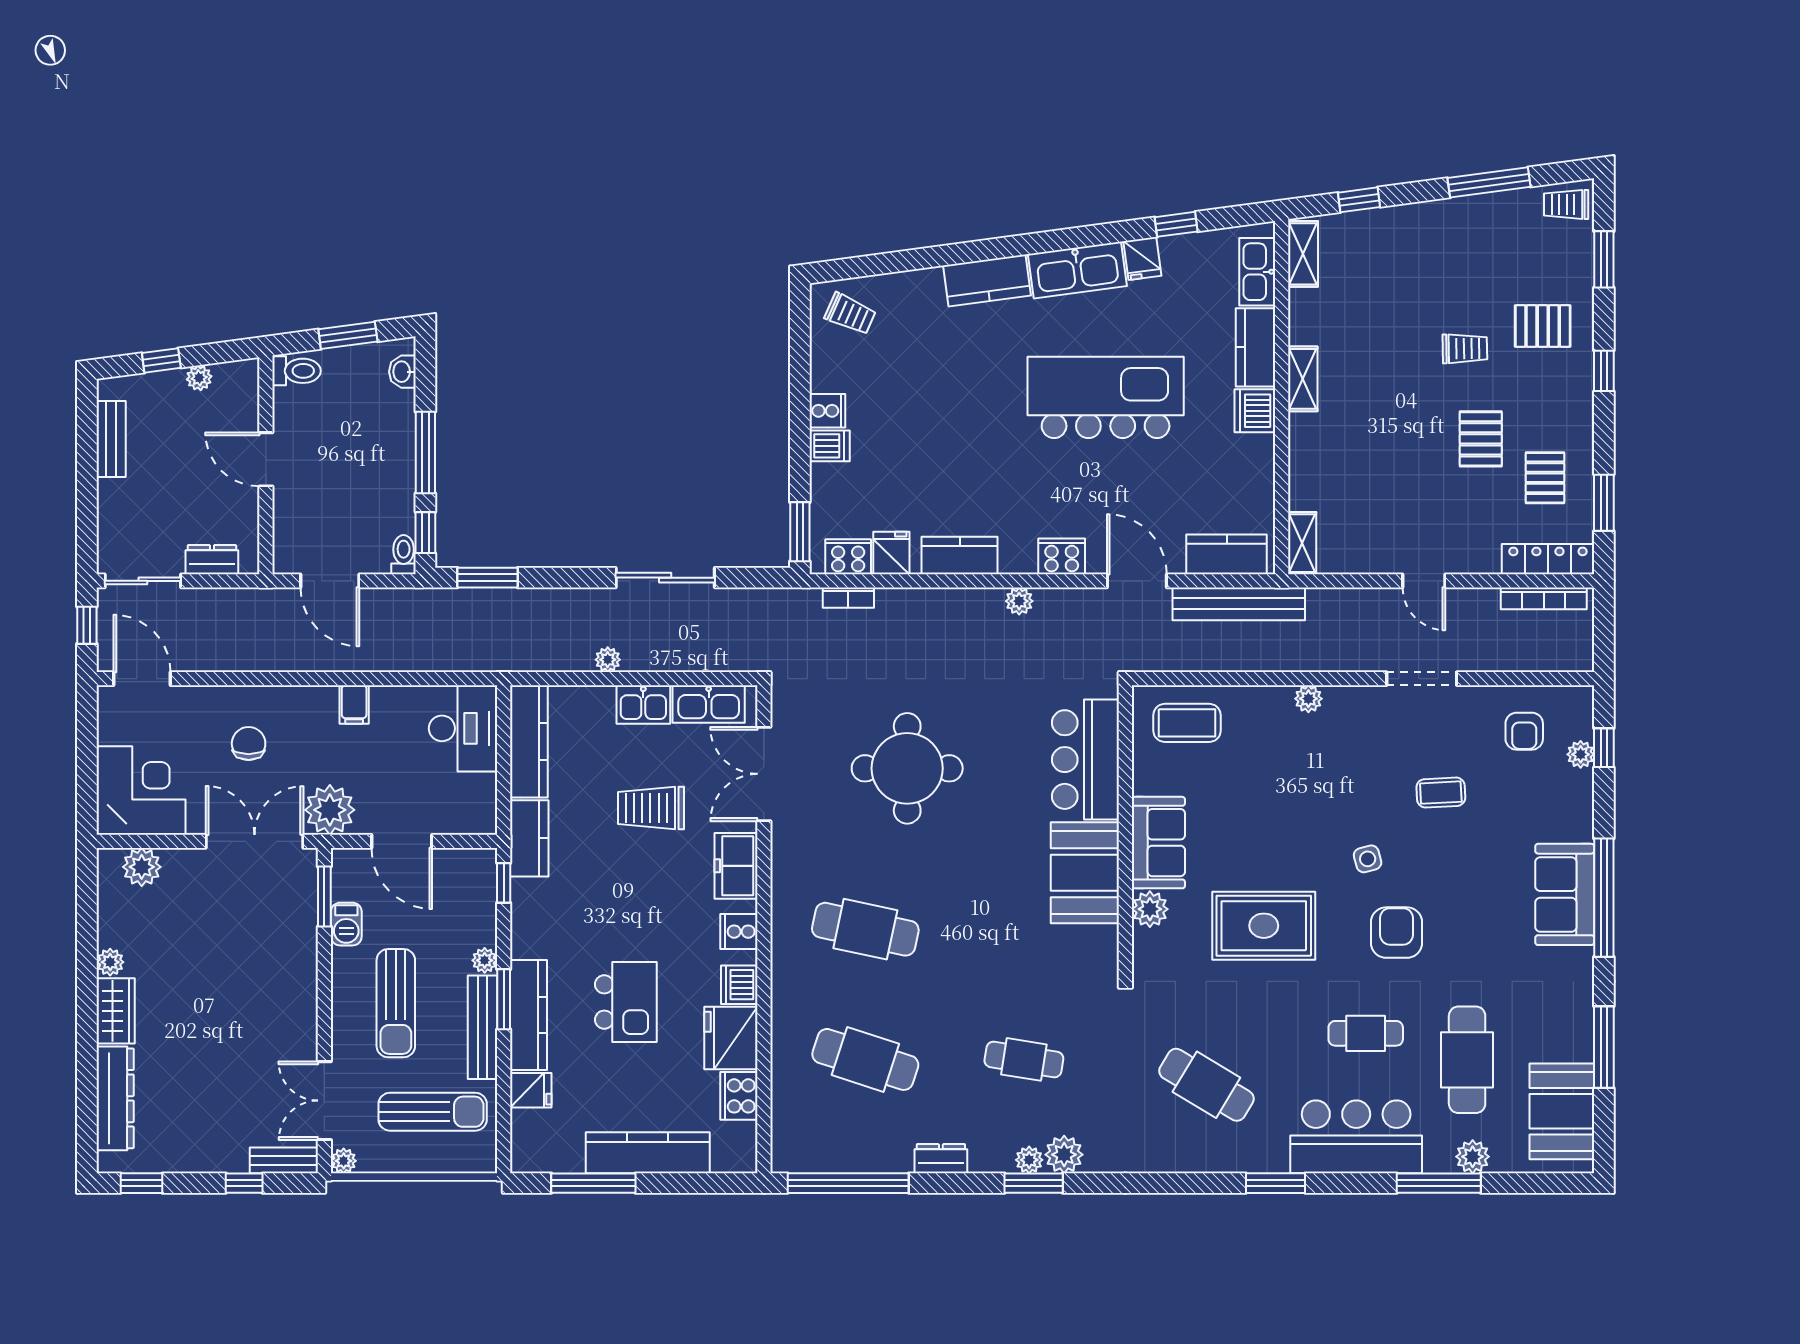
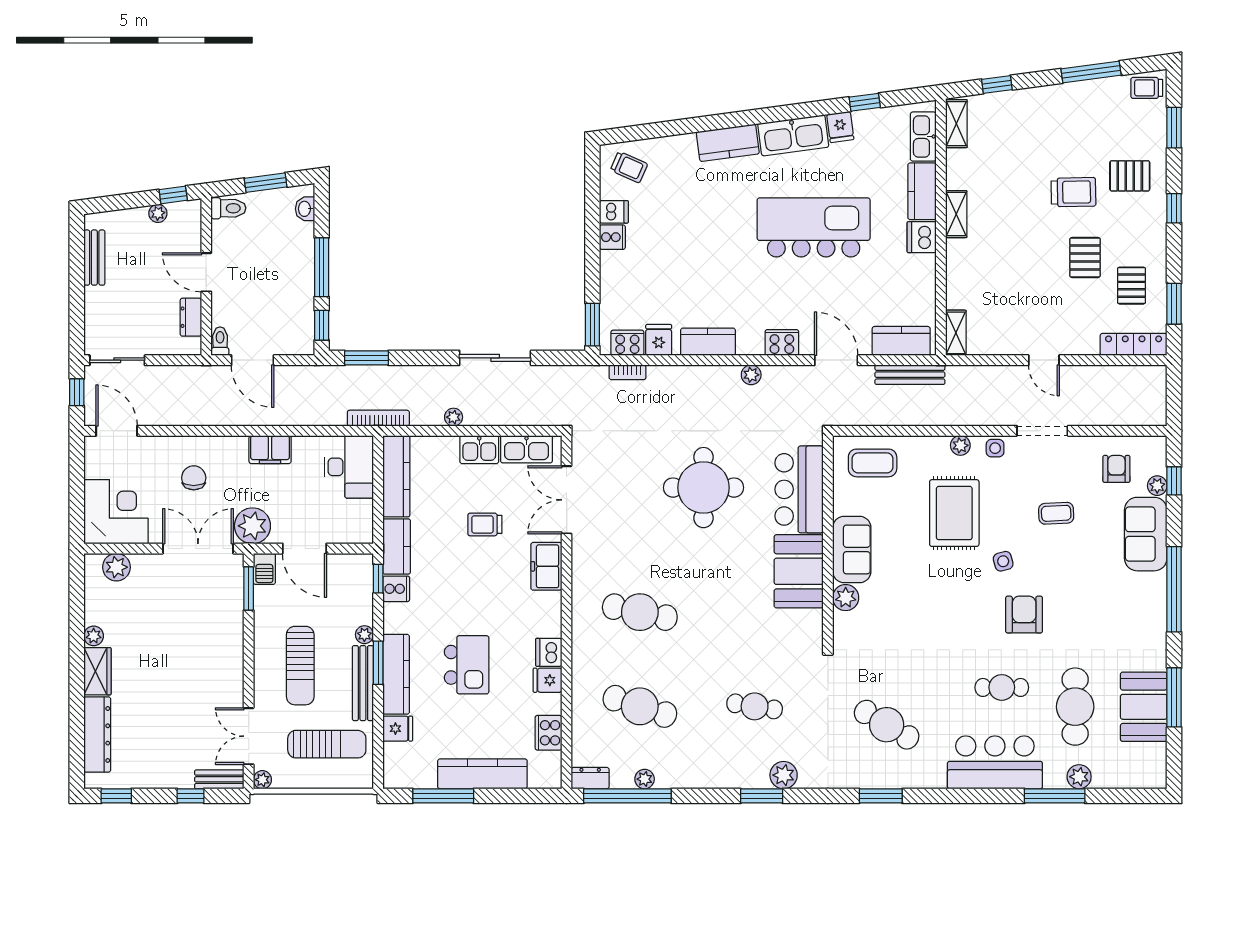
trolley: (1465, 349) -> (1073, 192), width x1.36, depth x1.39
window: (161, 360) -> (173, 195), moved
dishwasher: (830, 446) -> (614, 212), moved
toilet: (404, 555) -> (220, 341), moved
dresser: (212, 560) -> (191, 317), moved, turned -90
bookcase: (1544, 598) -> (378, 418), moved, turned 180
bench: (1239, 604) -> (910, 375), width x0.73, depth x0.82
side table: (1356, 703) -> (995, 448), added
filing cabinet: (354, 704) -> (270, 450), width x2.00
armchair: (1524, 731) -> (1116, 469), turned 180
round table: (907, 768) -> (703, 488), moved
trolley: (651, 808) -> (485, 524), width x0.73, depth x0.72
sofa: (1565, 894) -> (1146, 534), moved
barbecue: (346, 924) -> (264, 569), moved
rug: (1264, 926) -> (954, 513), moved, turned 90
cooker: (739, 932) -> (396, 589), moved, turned 180
fridge: (731, 1038) -> (547, 680), width x0.53, depth x0.75
booth: (1562, 1111) -> (1144, 707), moved
dresser: (941, 1159) -> (590, 778), moved
plant: (1029, 1160) -> (645, 779), moved
window: (1276, 1183) -> (881, 796), moved

